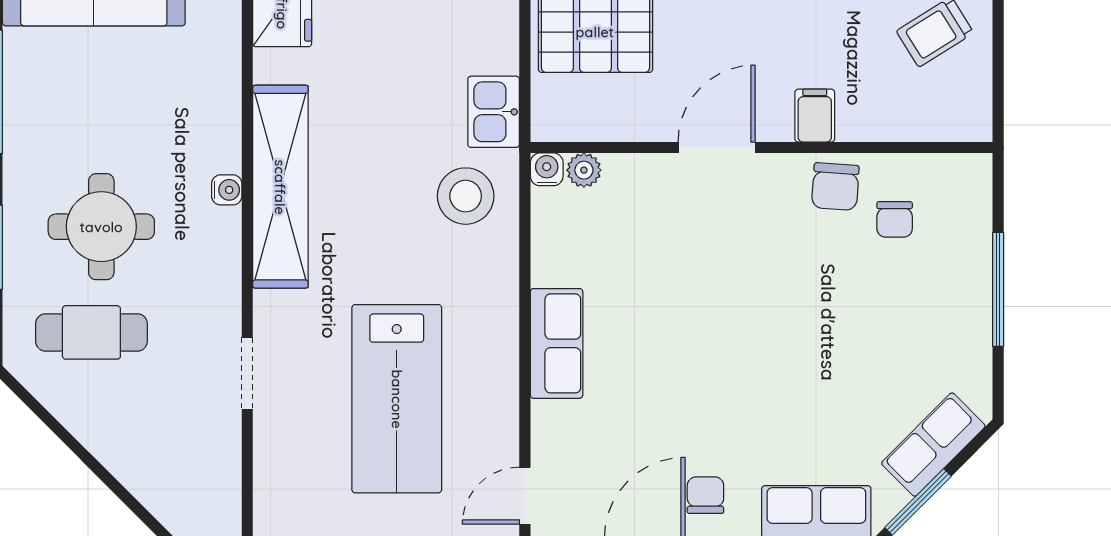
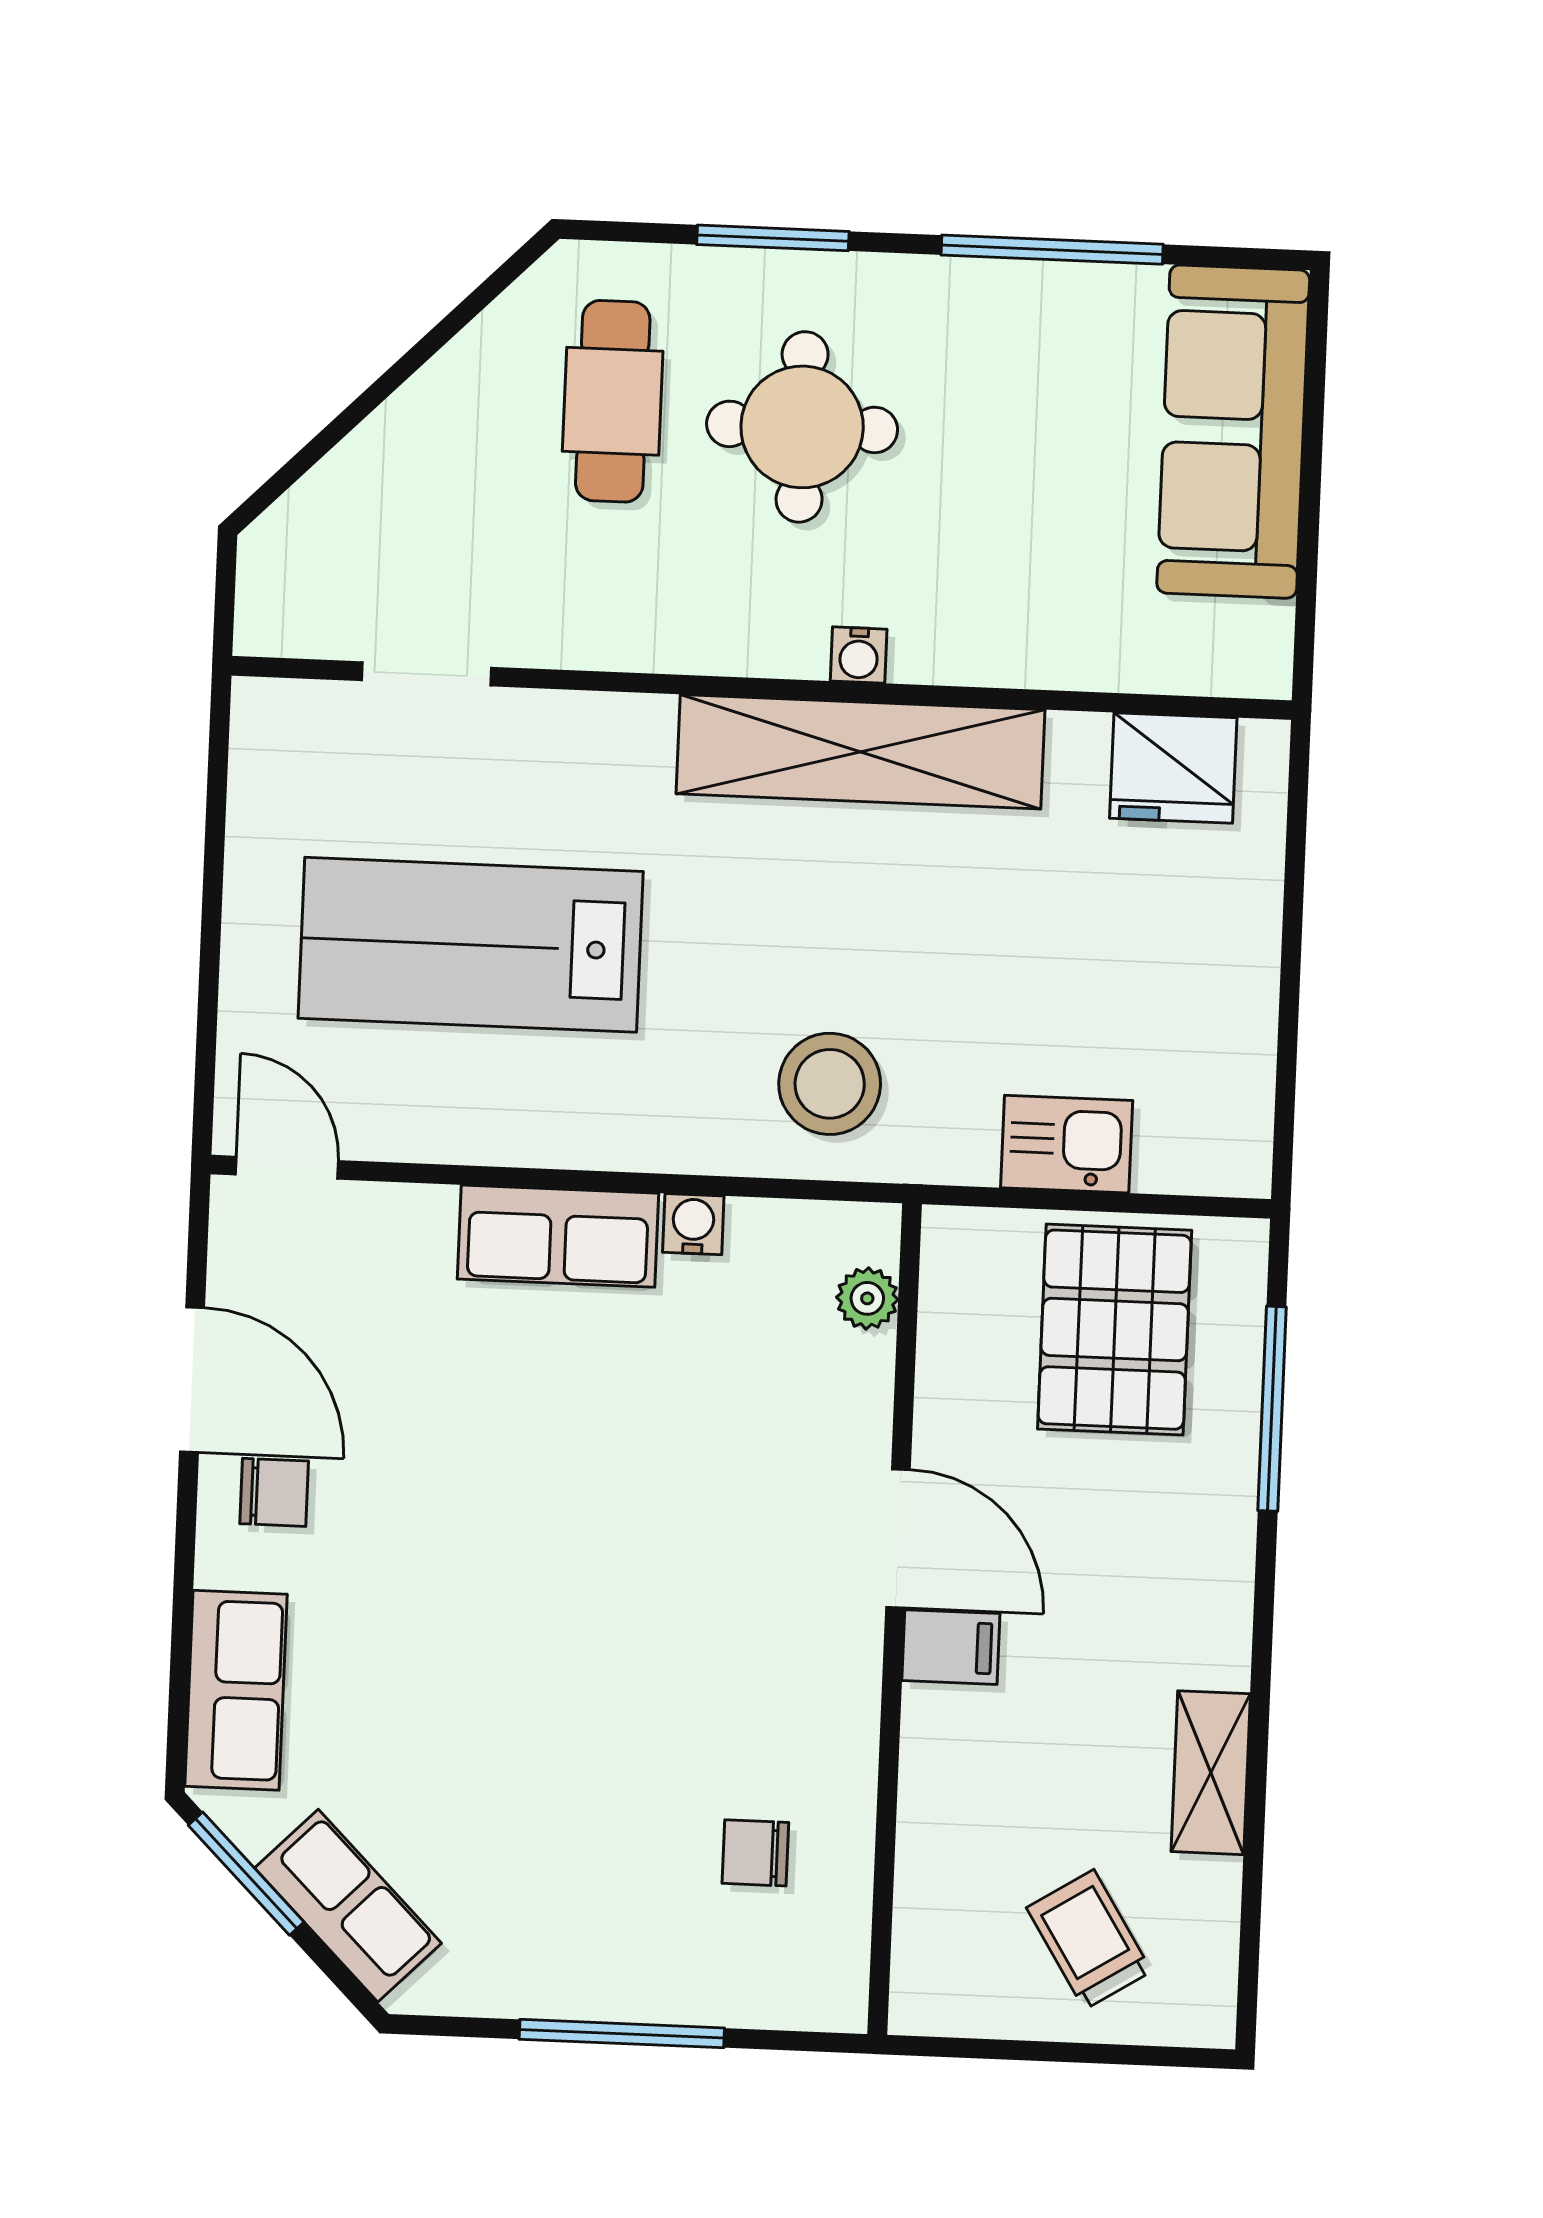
kitchen sink: (494, 112) -> (1067, 1144), moved
filing cabinet: (815, 116) -> (951, 1647), moved
water cooler: (547, 169) -> (693, 1224), moved, turned -90
chair: (835, 187) -> (819, 1749), removed
doorway: (247, 373) -> (427, 674), moved

